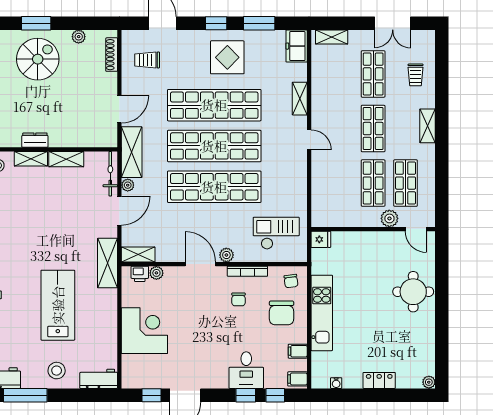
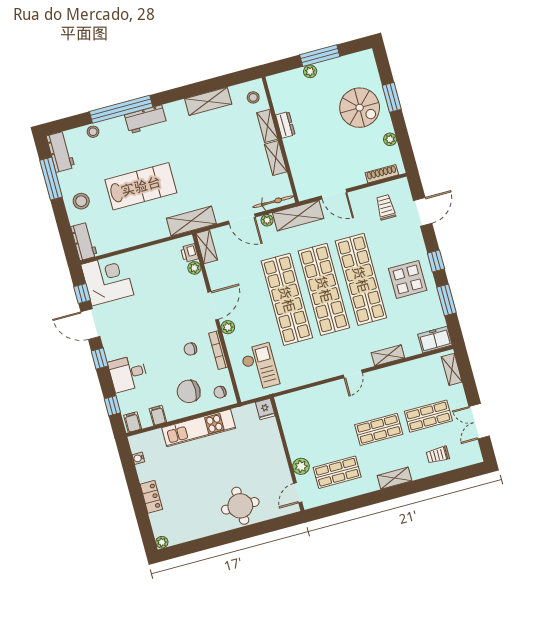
shop shelf: (373, 183) -> (329, 443), removed
corner desk: (144, 331) -> (107, 280), moved, turned -90
window: (246, 395) -> (100, 359), moved

